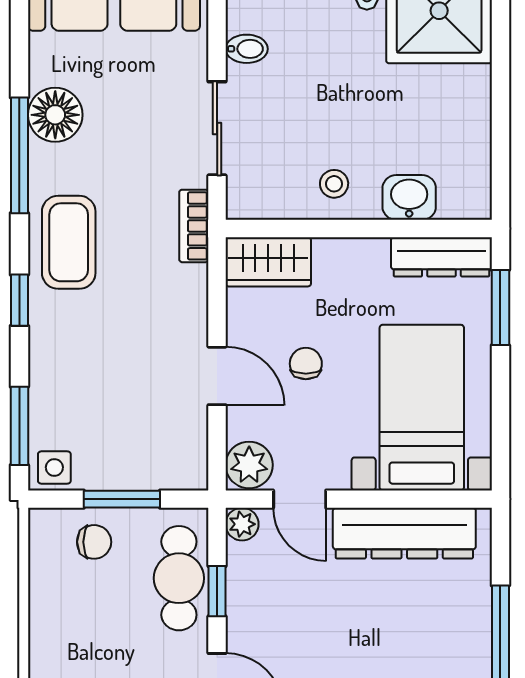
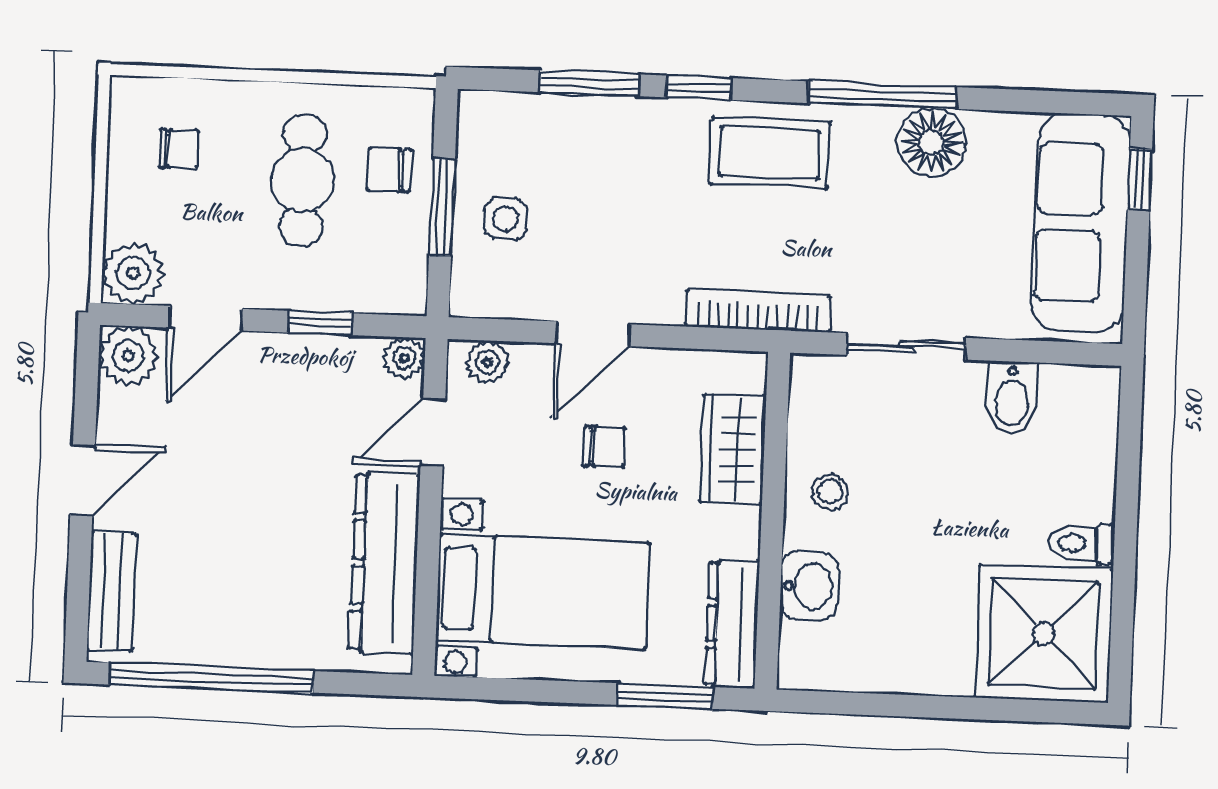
bidet: (247, 49) -> (1012, 398), width x1.38, depth x1.36
bookcase: (194, 226) -> (758, 311), width x1.56
wardrobe: (268, 262) -> (733, 449), moved
window: (19, 426) -> (589, 83), moved
plant: (249, 465) -> (487, 362), width x0.73, depth x0.73
side table: (54, 467) -> (506, 219), moved
chair: (94, 542) -> (389, 170), turned 90
cafe table: (179, 578) -> (303, 180), moved, turned 90

